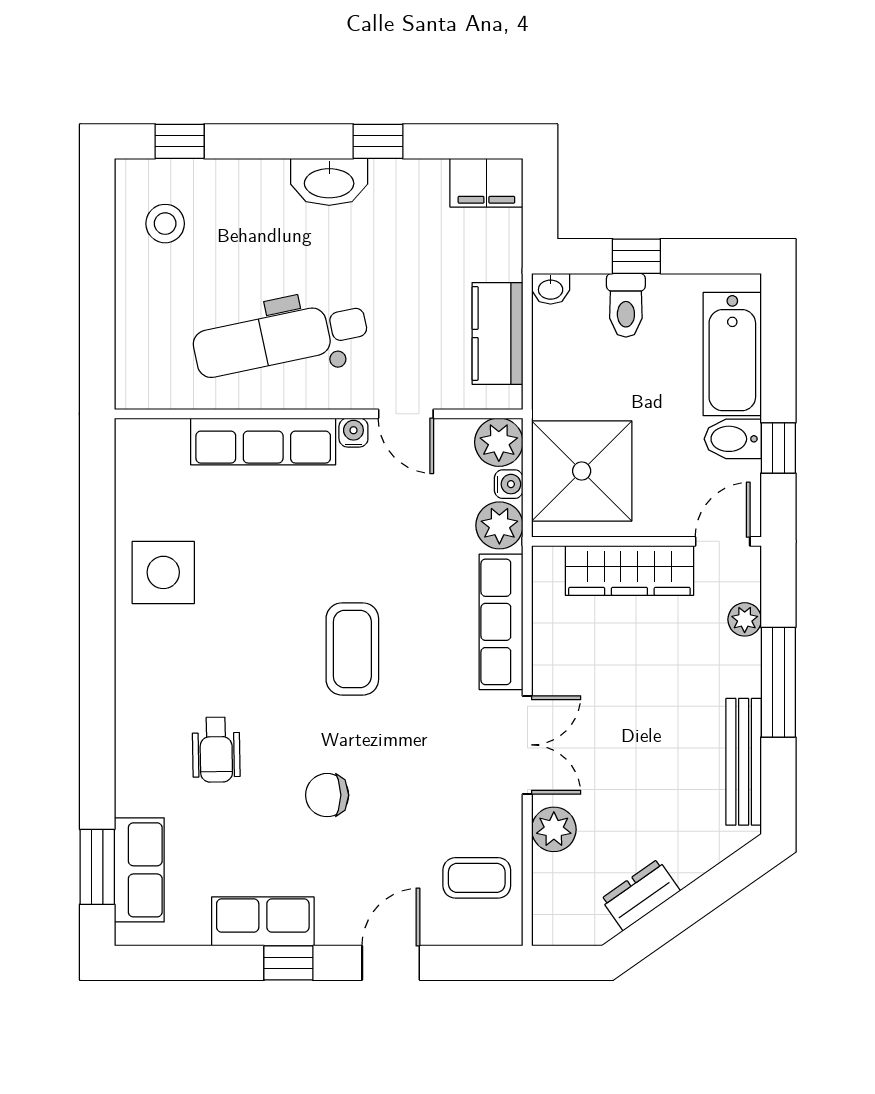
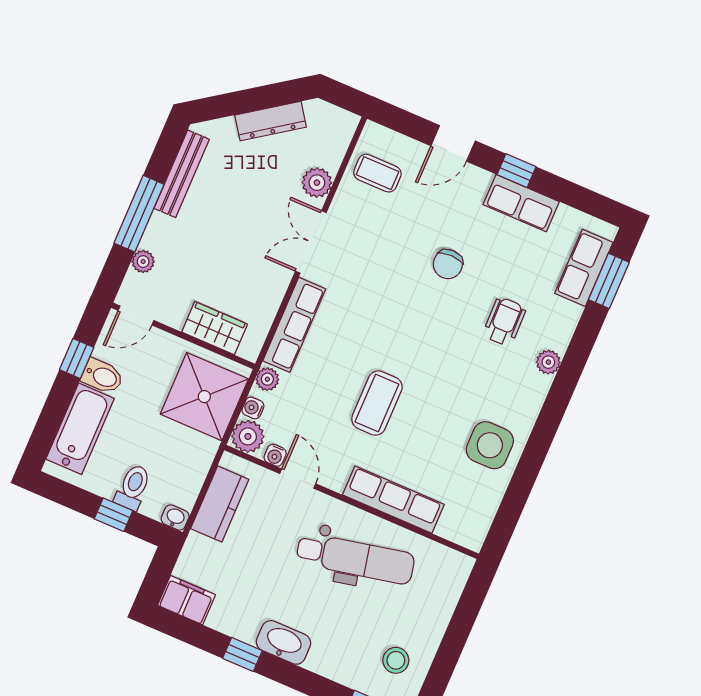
water cooler: (353, 433) -> (275, 455), moved
plant: (499, 525) -> (267, 379), width x0.73, depth x0.73
wardrobe: (629, 571) -> (215, 328), width x0.67
coffee table: (352, 649) -> (377, 403), moved
plant: (132, 720) -> (548, 362), added
chair: (327, 795) -> (448, 264), turned 90
dresser: (641, 895) -> (271, 121), width x1.44

